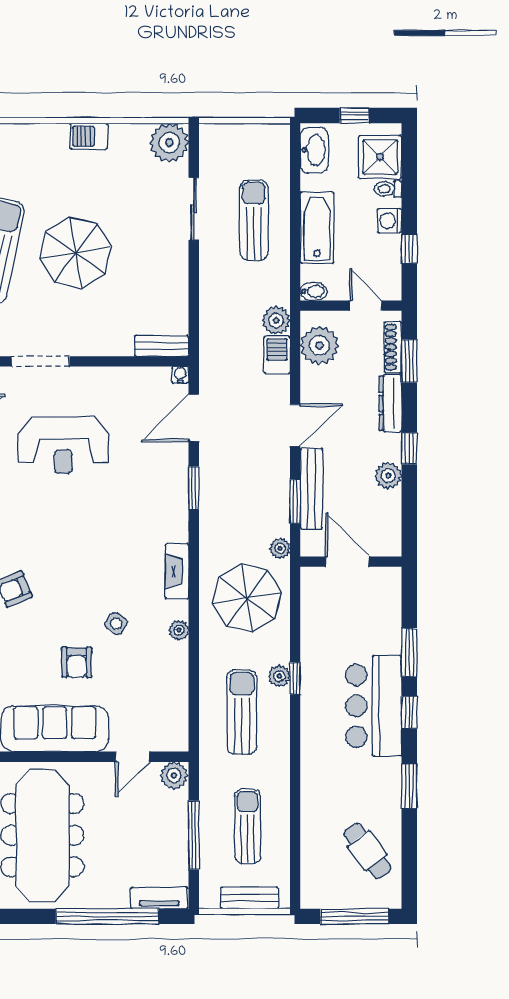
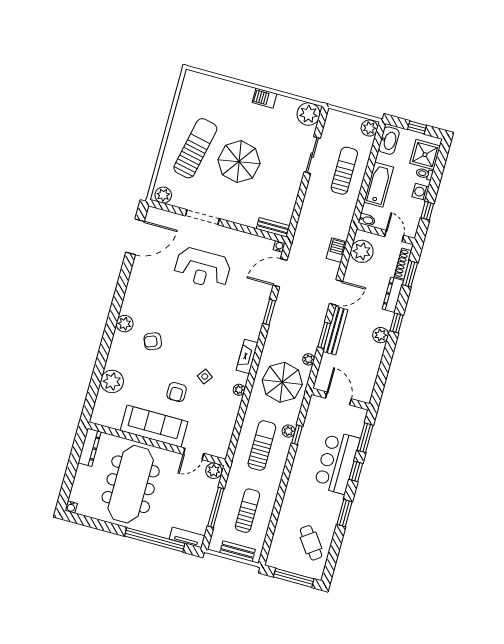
plant: (276, 320) -> (369, 128), moved
door: (347, 562) -> (338, 399), moved
wall: (351, 562) -> (340, 399), moved

